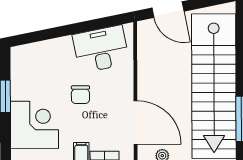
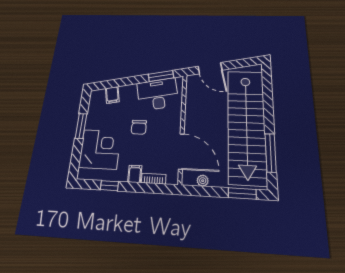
window: (103, 23) -> (161, 76), added
filing cabinet: (41, 52) -> (112, 95), added

